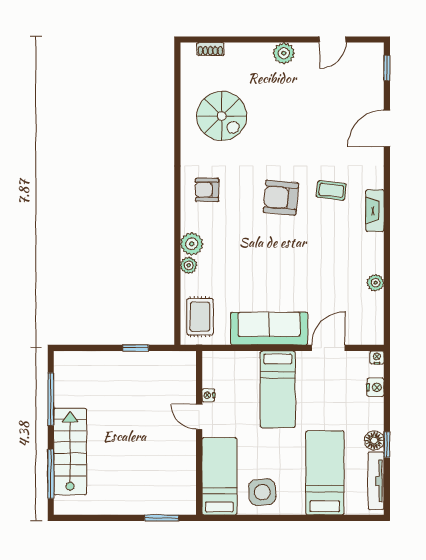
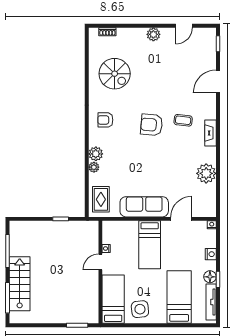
plant: (376, 283) -> (206, 173), width x1.87, depth x1.87
nightstand: (375, 387) -> (211, 254), moved
door: (199, 417) -> (100, 262), hinge flipped

